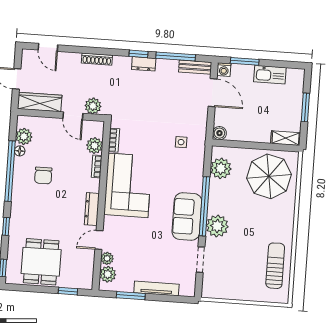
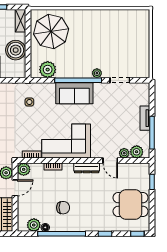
boiler: (219, 133) -> (16, 50), moved, width x1.86, depth x1.86
plant: (95, 146) -> (24, 169), moved
sofa: (187, 217) -> (74, 93), moved
plant: (217, 226) -> (97, 73), width x0.53, depth x0.53
sun lounger: (275, 266) -> (121, 22), removed
tv unit: (156, 288) -> (145, 118), width x0.71
window: (131, 296) -> (152, 133), width x1.44

